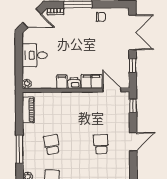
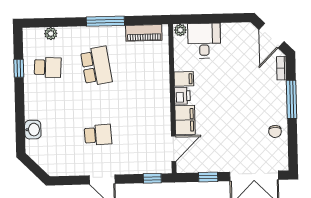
desk: (35, 55) -> (204, 41), moved
school desk: (52, 144) -> (96, 66), width x1.85
window: (19, 149) -> (105, 21), moved

